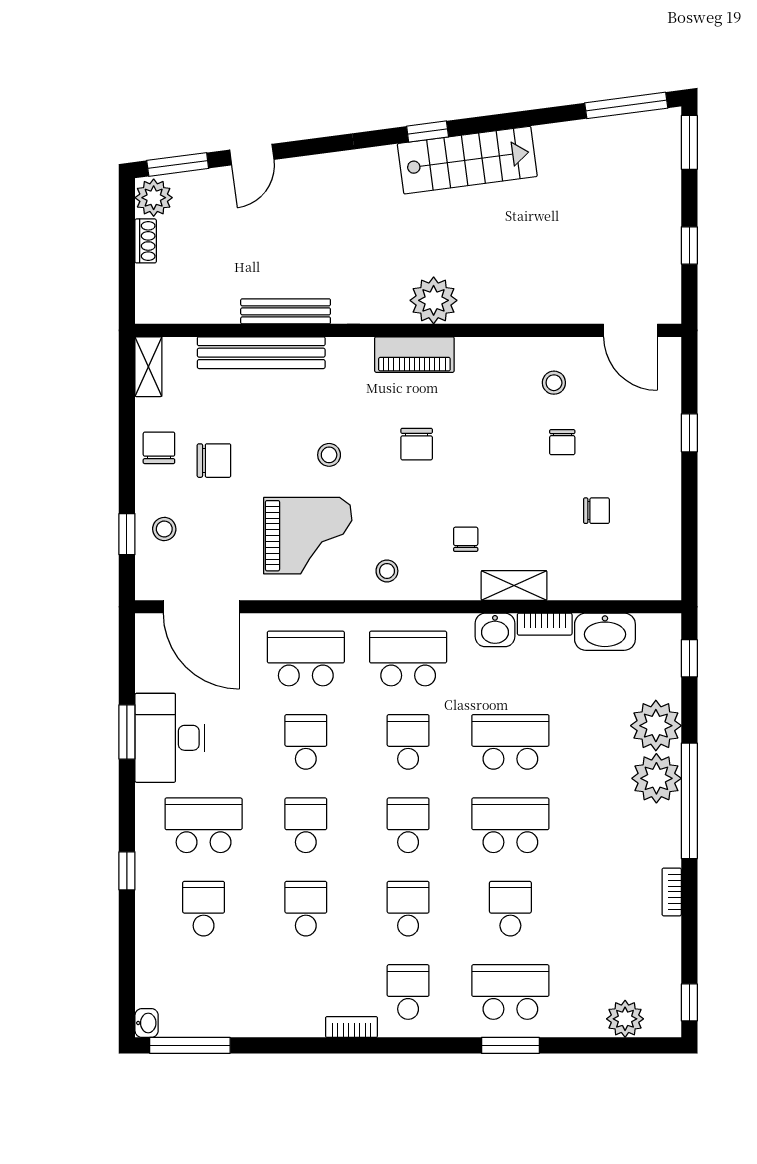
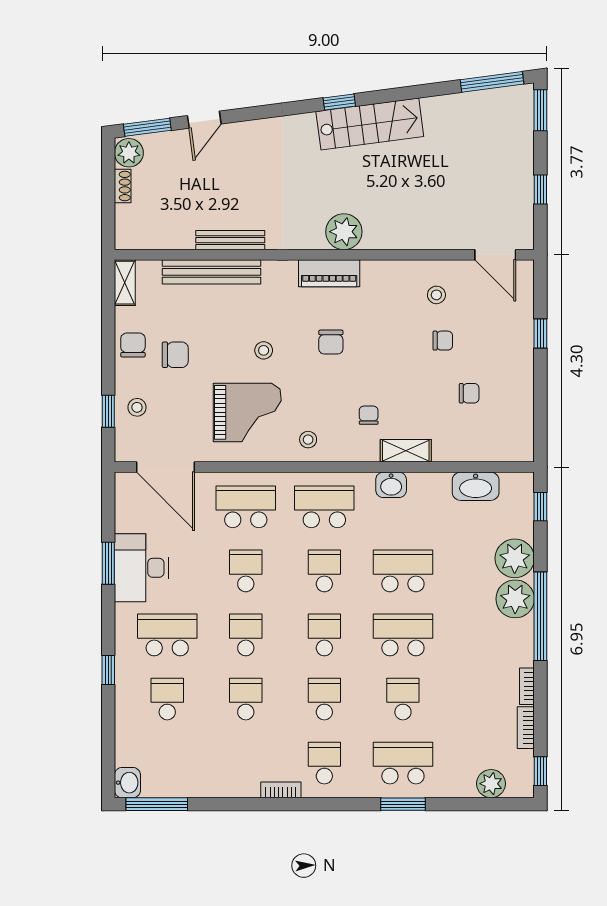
chair: (562, 442) -> (443, 341), turned -90
bookcase: (545, 624) -> (526, 728), moved, turned 90
washbasin: (147, 1023) -> (127, 783), width x1.38, depth x1.45

